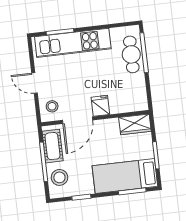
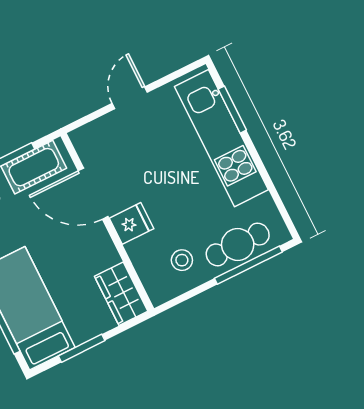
stool: (52, 106) -> (182, 260), moved

